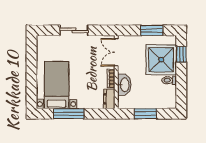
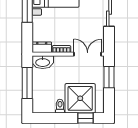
window: (152, 30) -> (109, 77), moved
washbasin: (124, 85) -> (43, 62), moved
window: (146, 114) -> (27, 83), width x1.44

